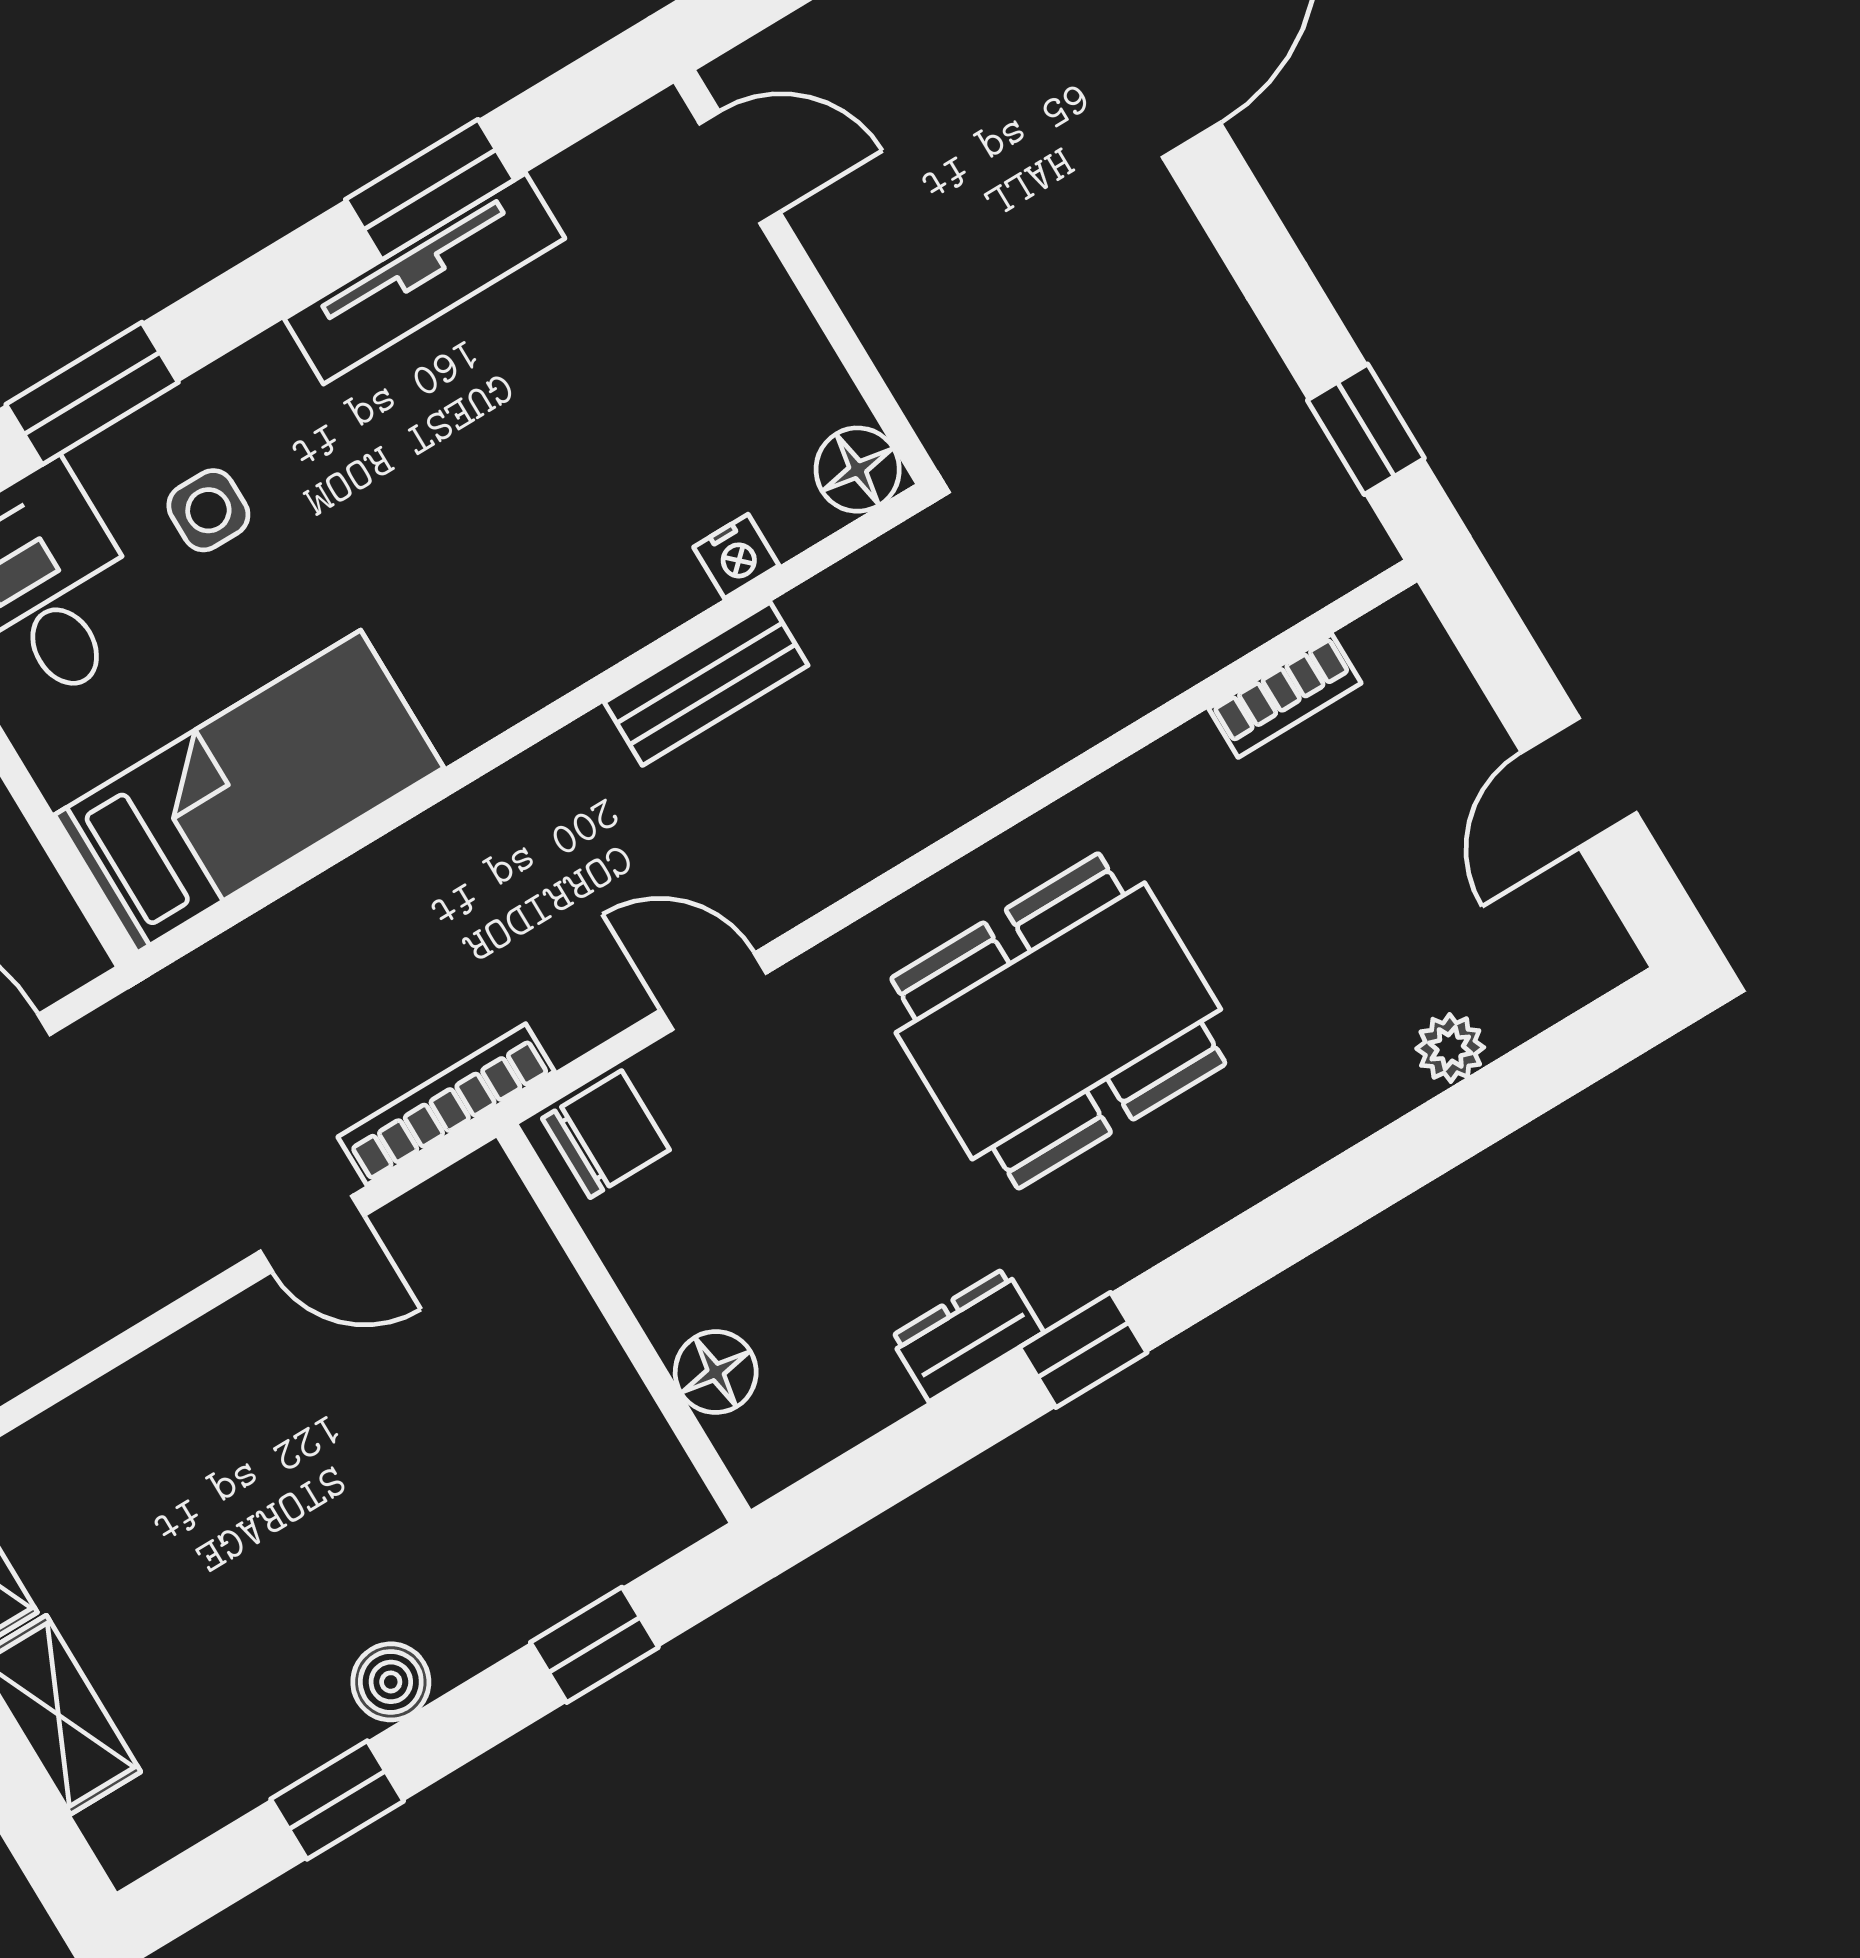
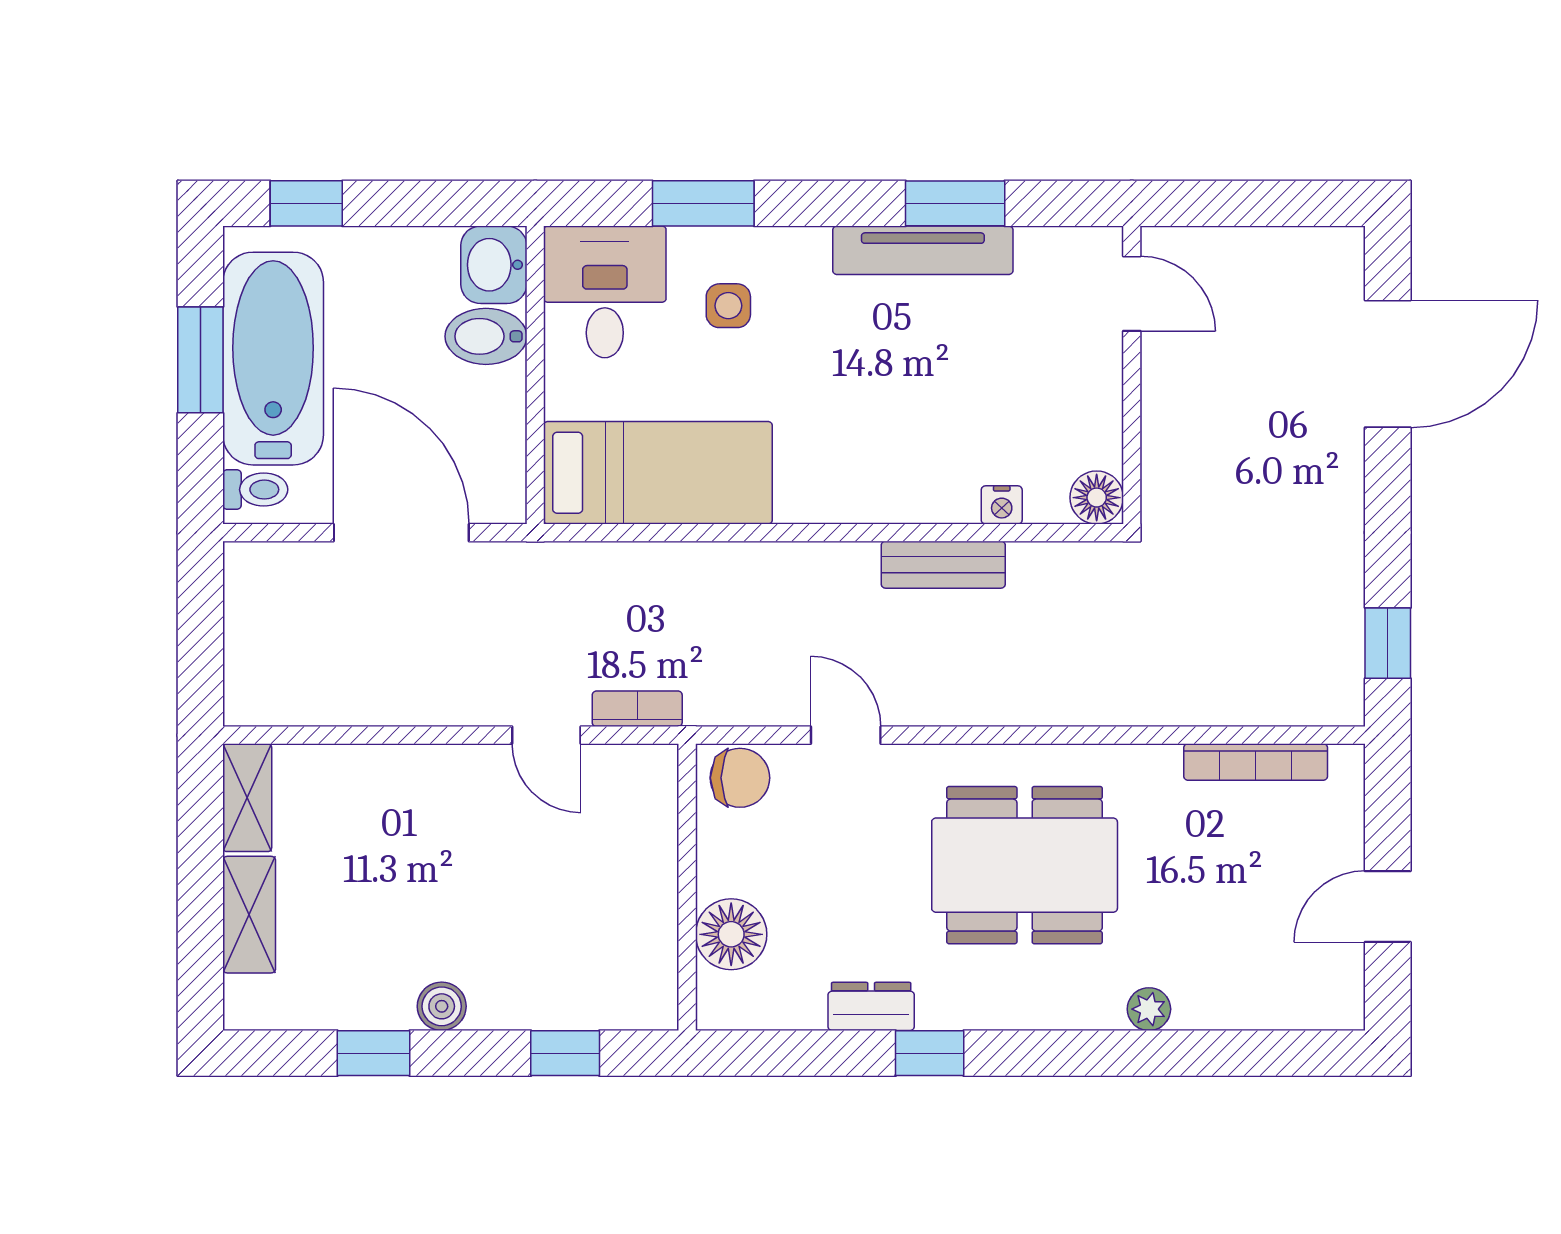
bookcase: (1285, 696) -> (1256, 762), width x1.56
plant: (1450, 1048) -> (1149, 1009), moved
bookcase: (446, 1104) -> (637, 709), width x0.64
floor lamp: (716, 1372) -> (731, 934), width x1.38, depth x1.38

